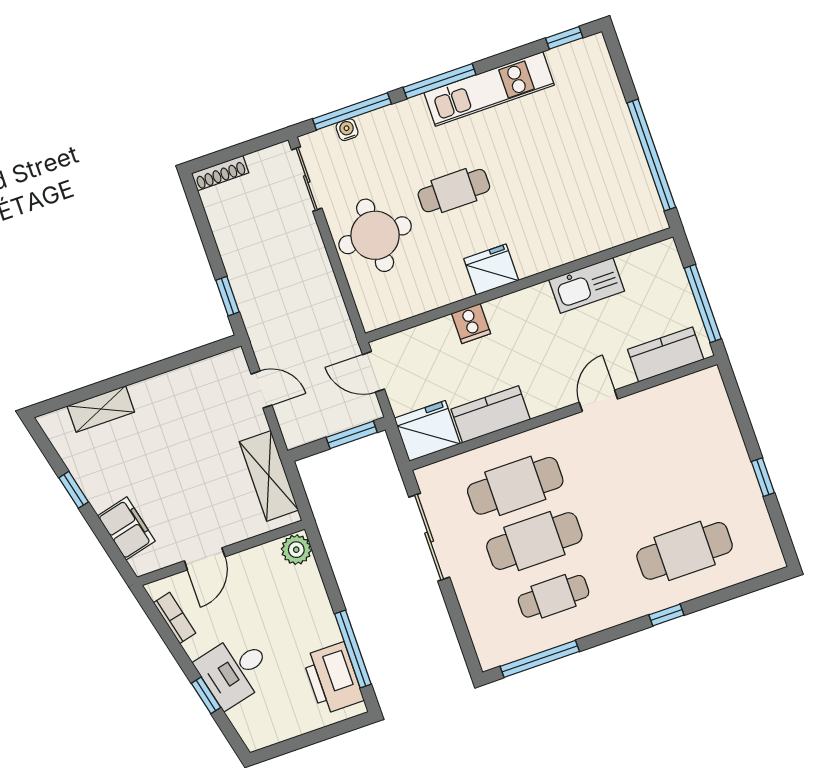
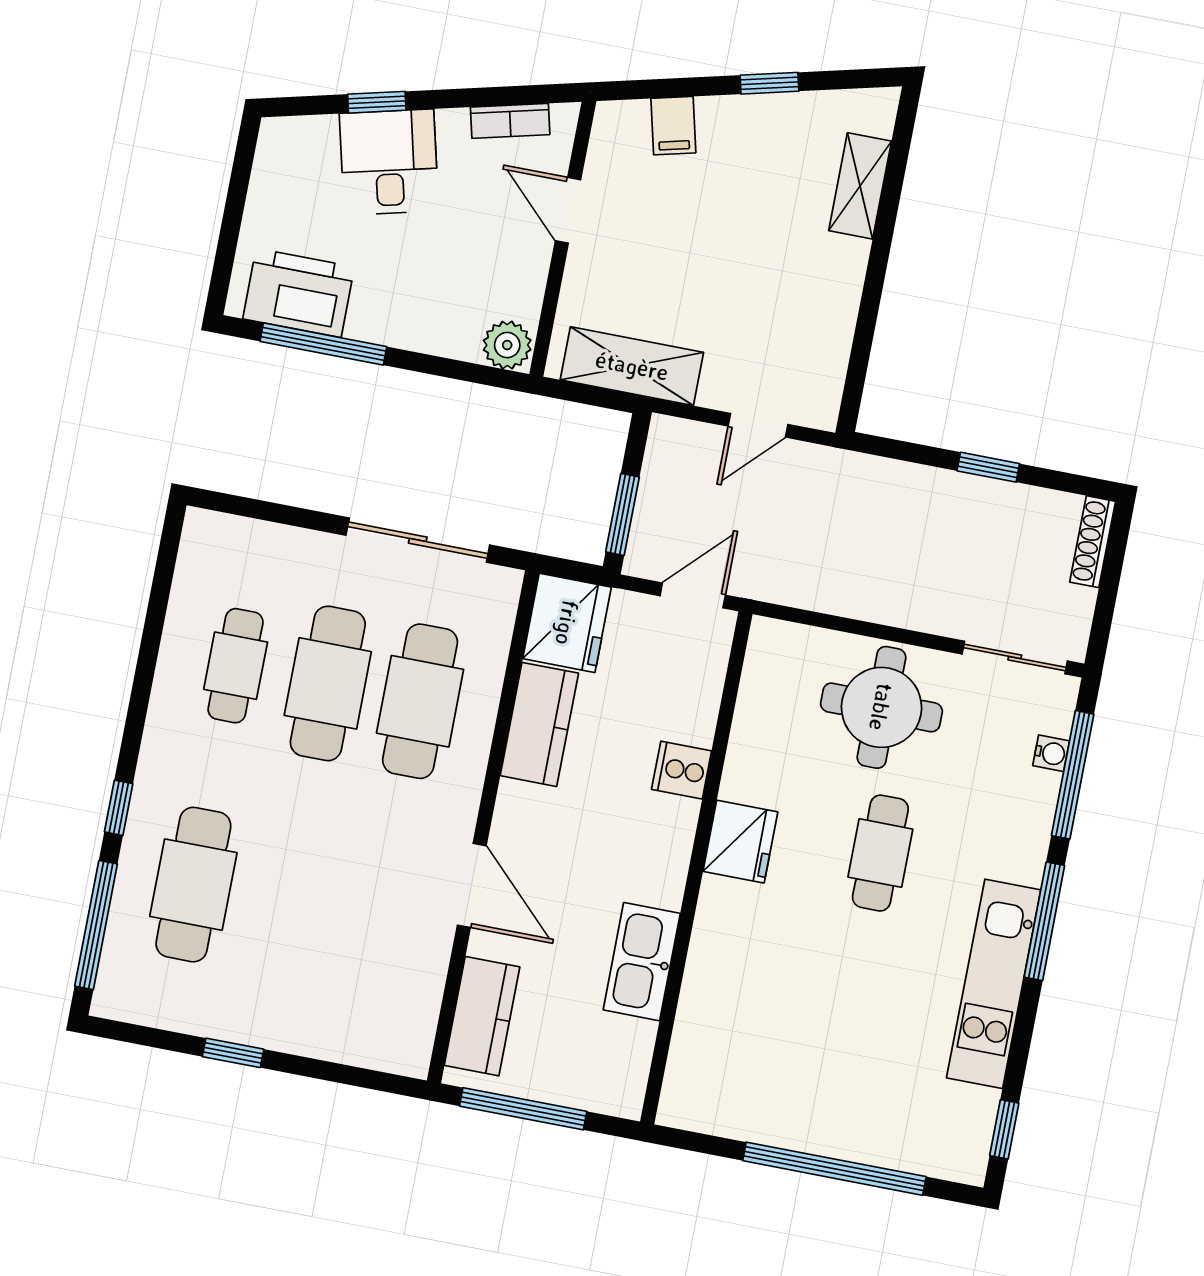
window: (651, 155) -> (834, 1169), moved
window: (228, 296) -> (988, 467), moved
door: (598, 401) -> (472, 885), width x1.38
filing cabinet: (126, 528) -> (673, 126), width x0.50
window: (540, 659) -> (96, 925), moved

